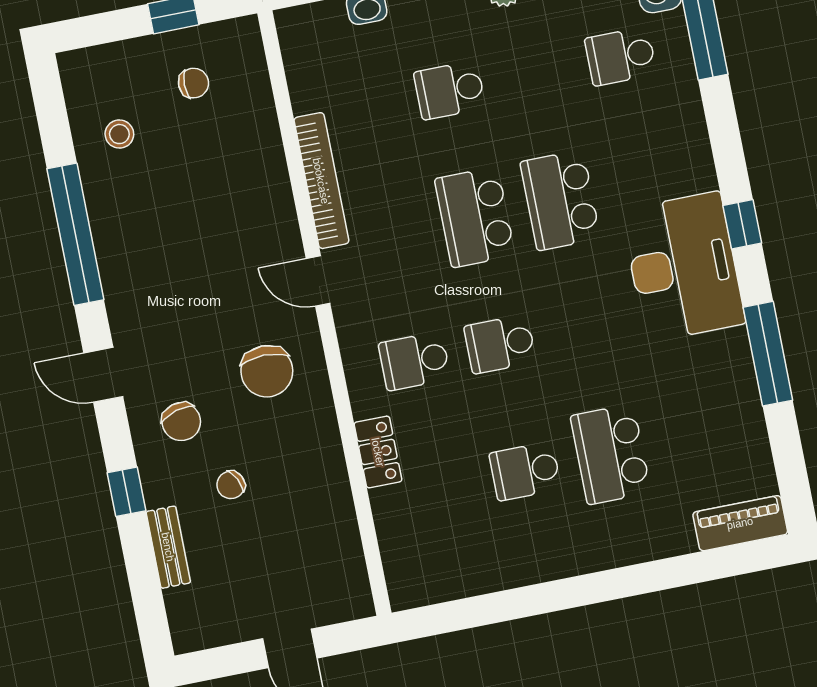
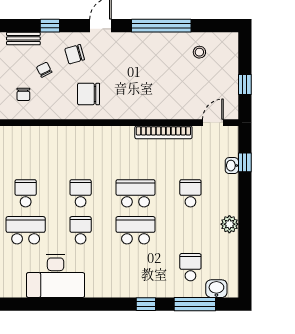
chair: (194, 83) -> (23, 94), moved
window: (742, 224) -> (146, 304), moved
desk: (683, 267) -> (56, 276), moved
door: (318, 281) -> (213, 123), moved
window: (768, 354) -> (55, 304), removed
school desk: (415, 361) -> (81, 230), moved
locker: (378, 452) -> (46, 134), removed

